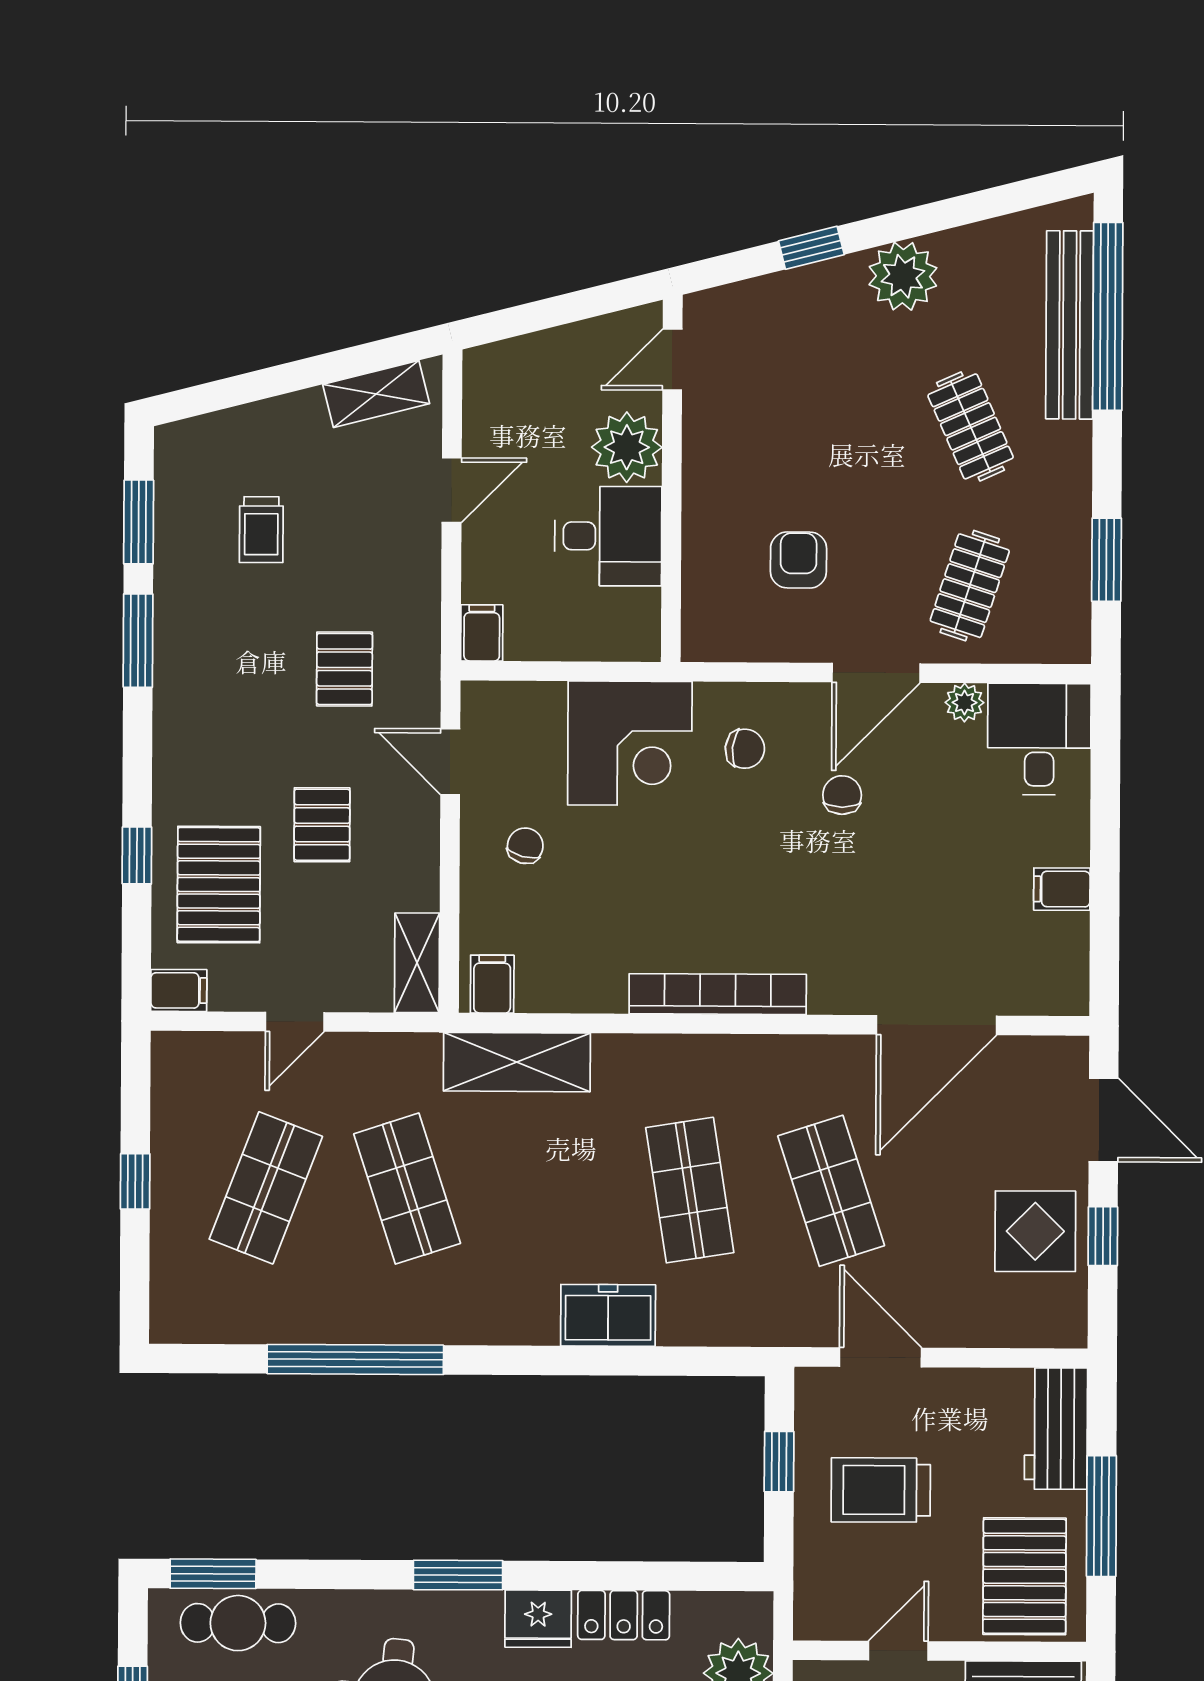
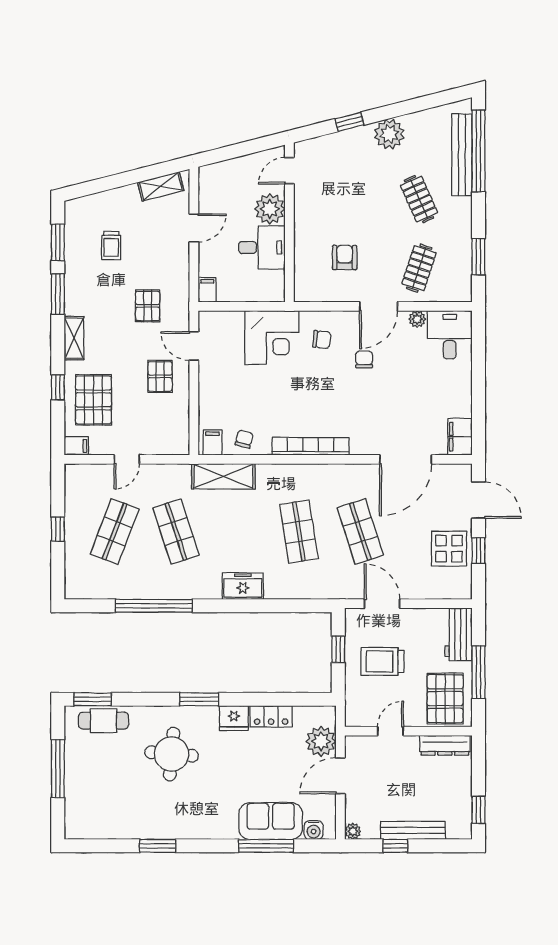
pallet: (322, 825) -> (160, 376), moved
chair: (525, 846) -> (244, 439), moved
filing cabinet: (1062, 889) -> (460, 437), moved, width x2.00
shelving: (417, 963) -> (74, 338), moved
freezer: (608, 1315) -> (243, 586), moved

